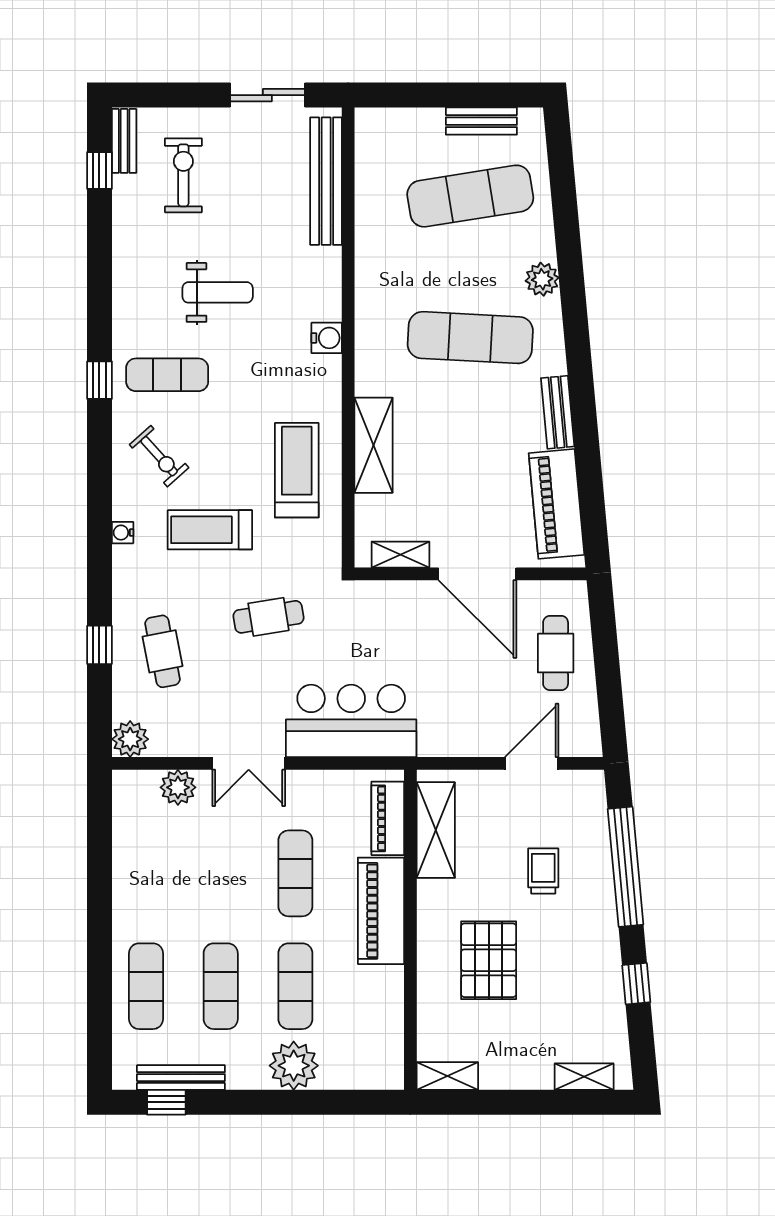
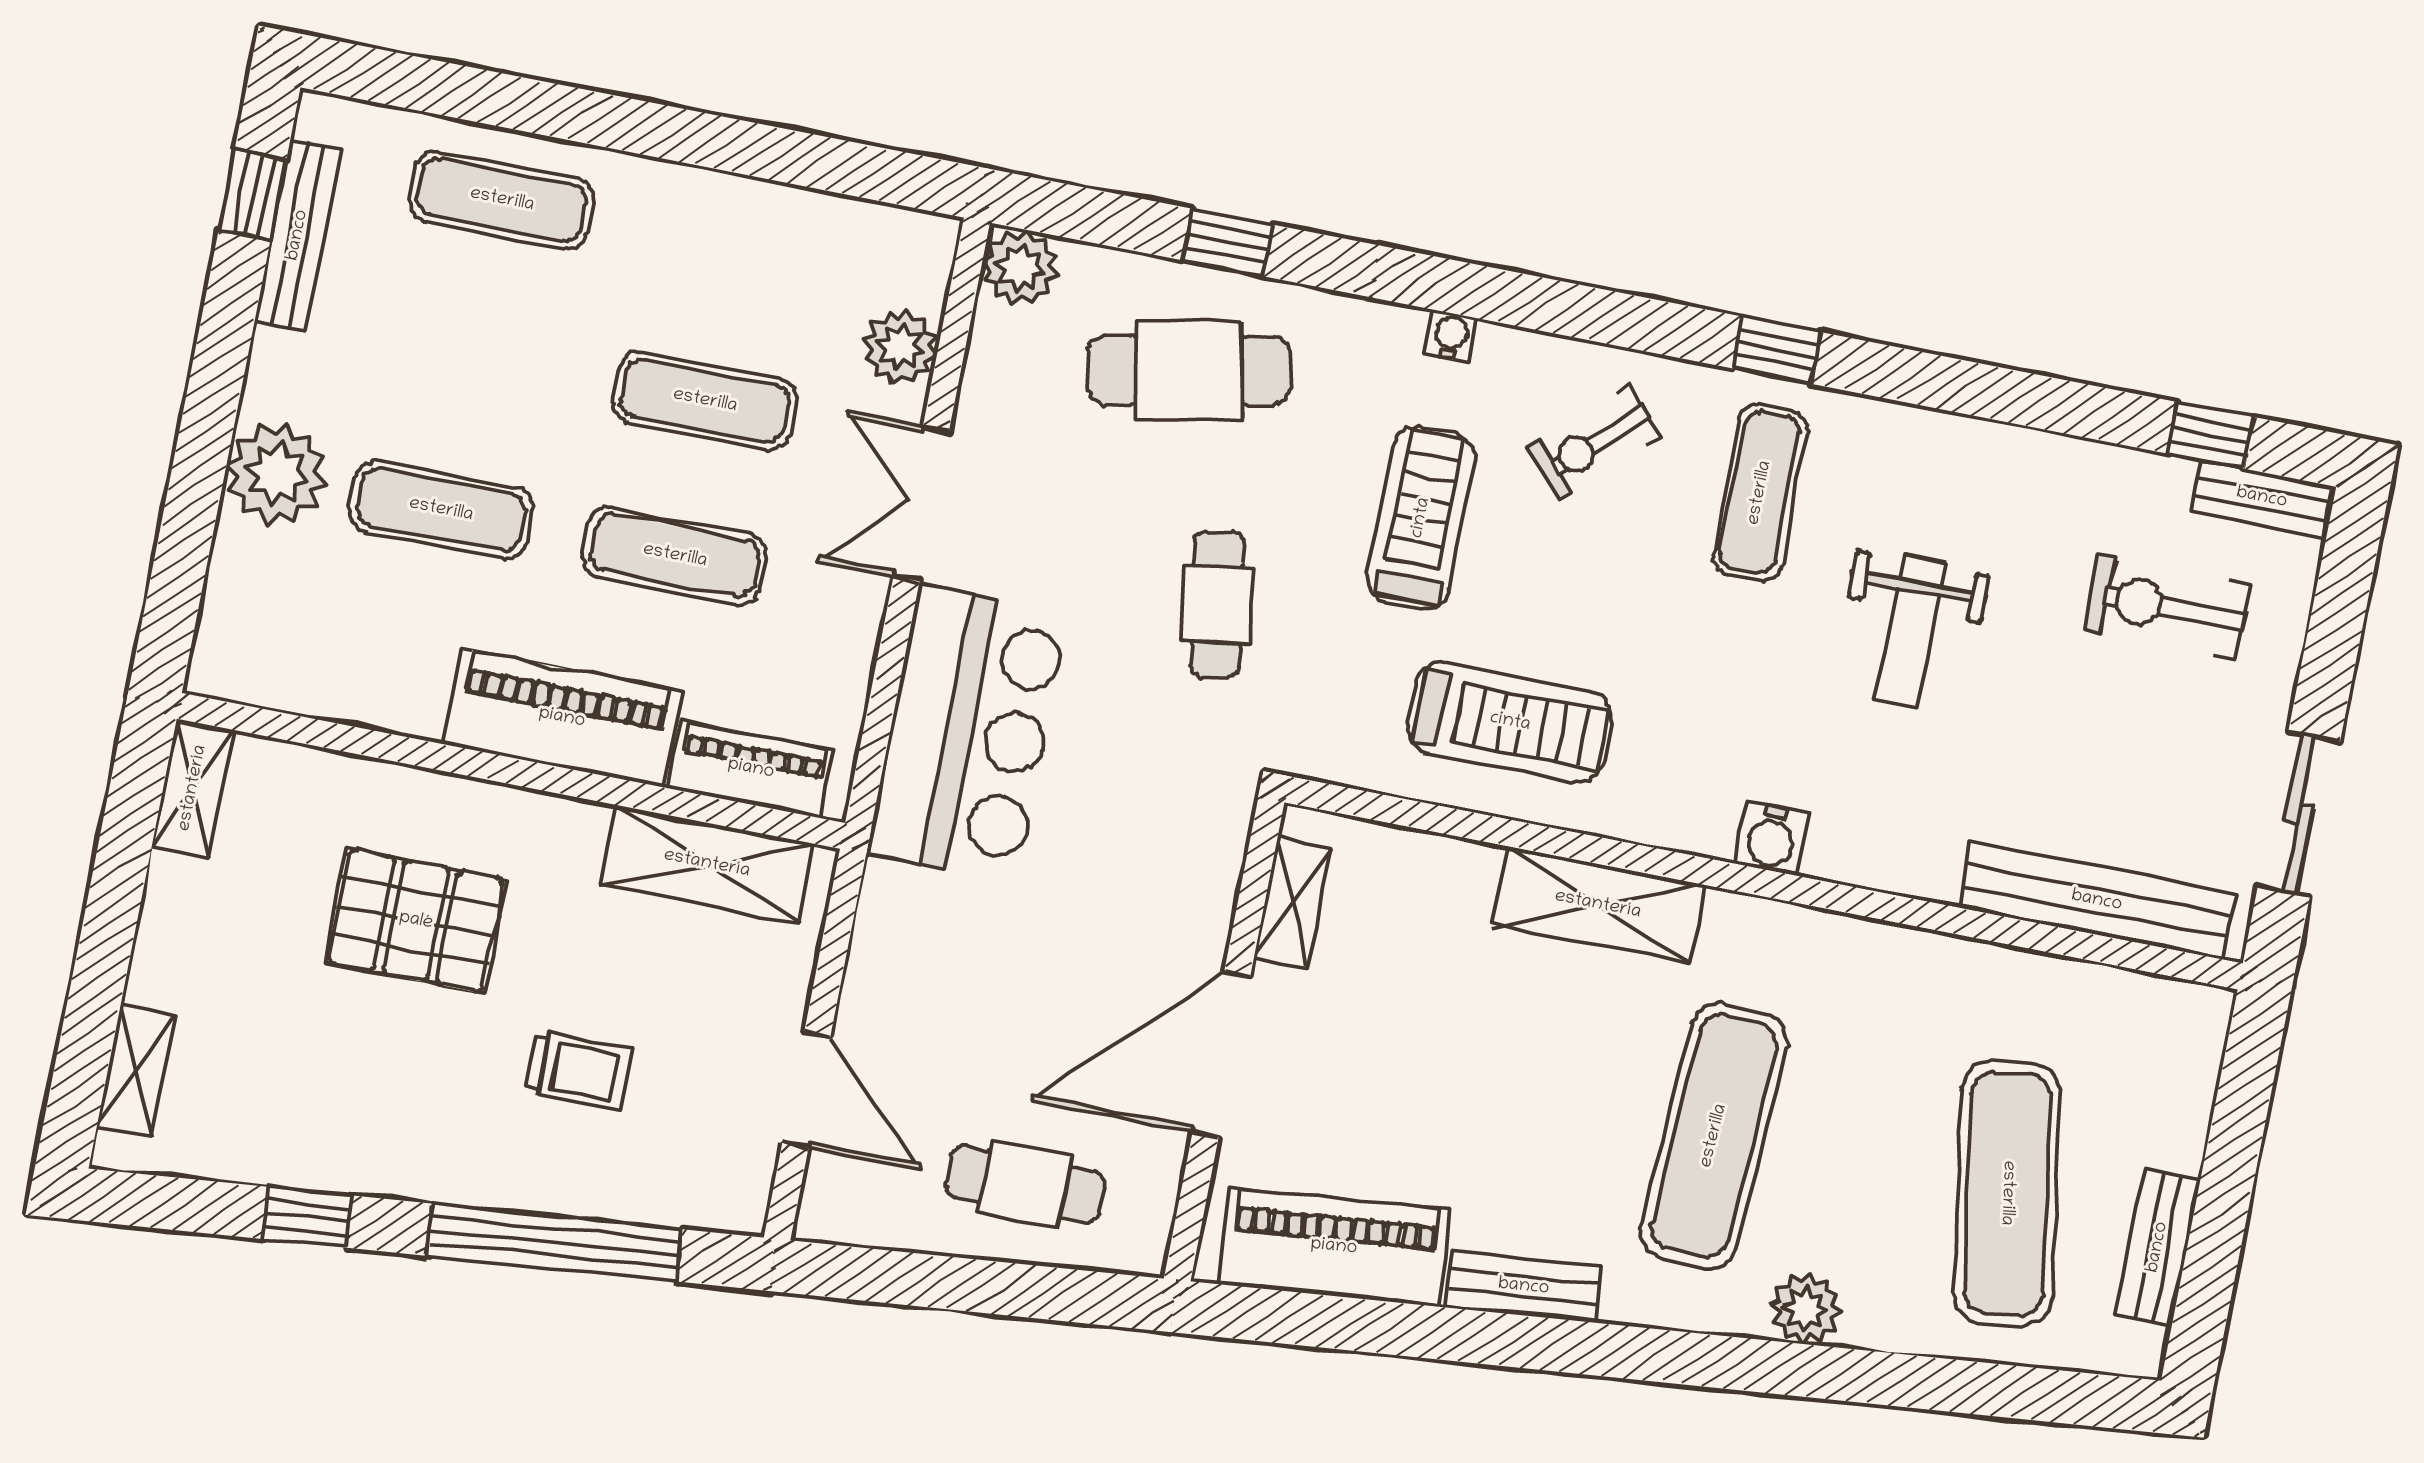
exercise bike: (183, 175) -> (2167, 607), turned 180
shelving: (373, 445) -> (1598, 905), moved
cafe table: (162, 651) -> (1189, 370), width x1.37, depth x1.35
exercise mat: (221, 986) -> (705, 401), moved

